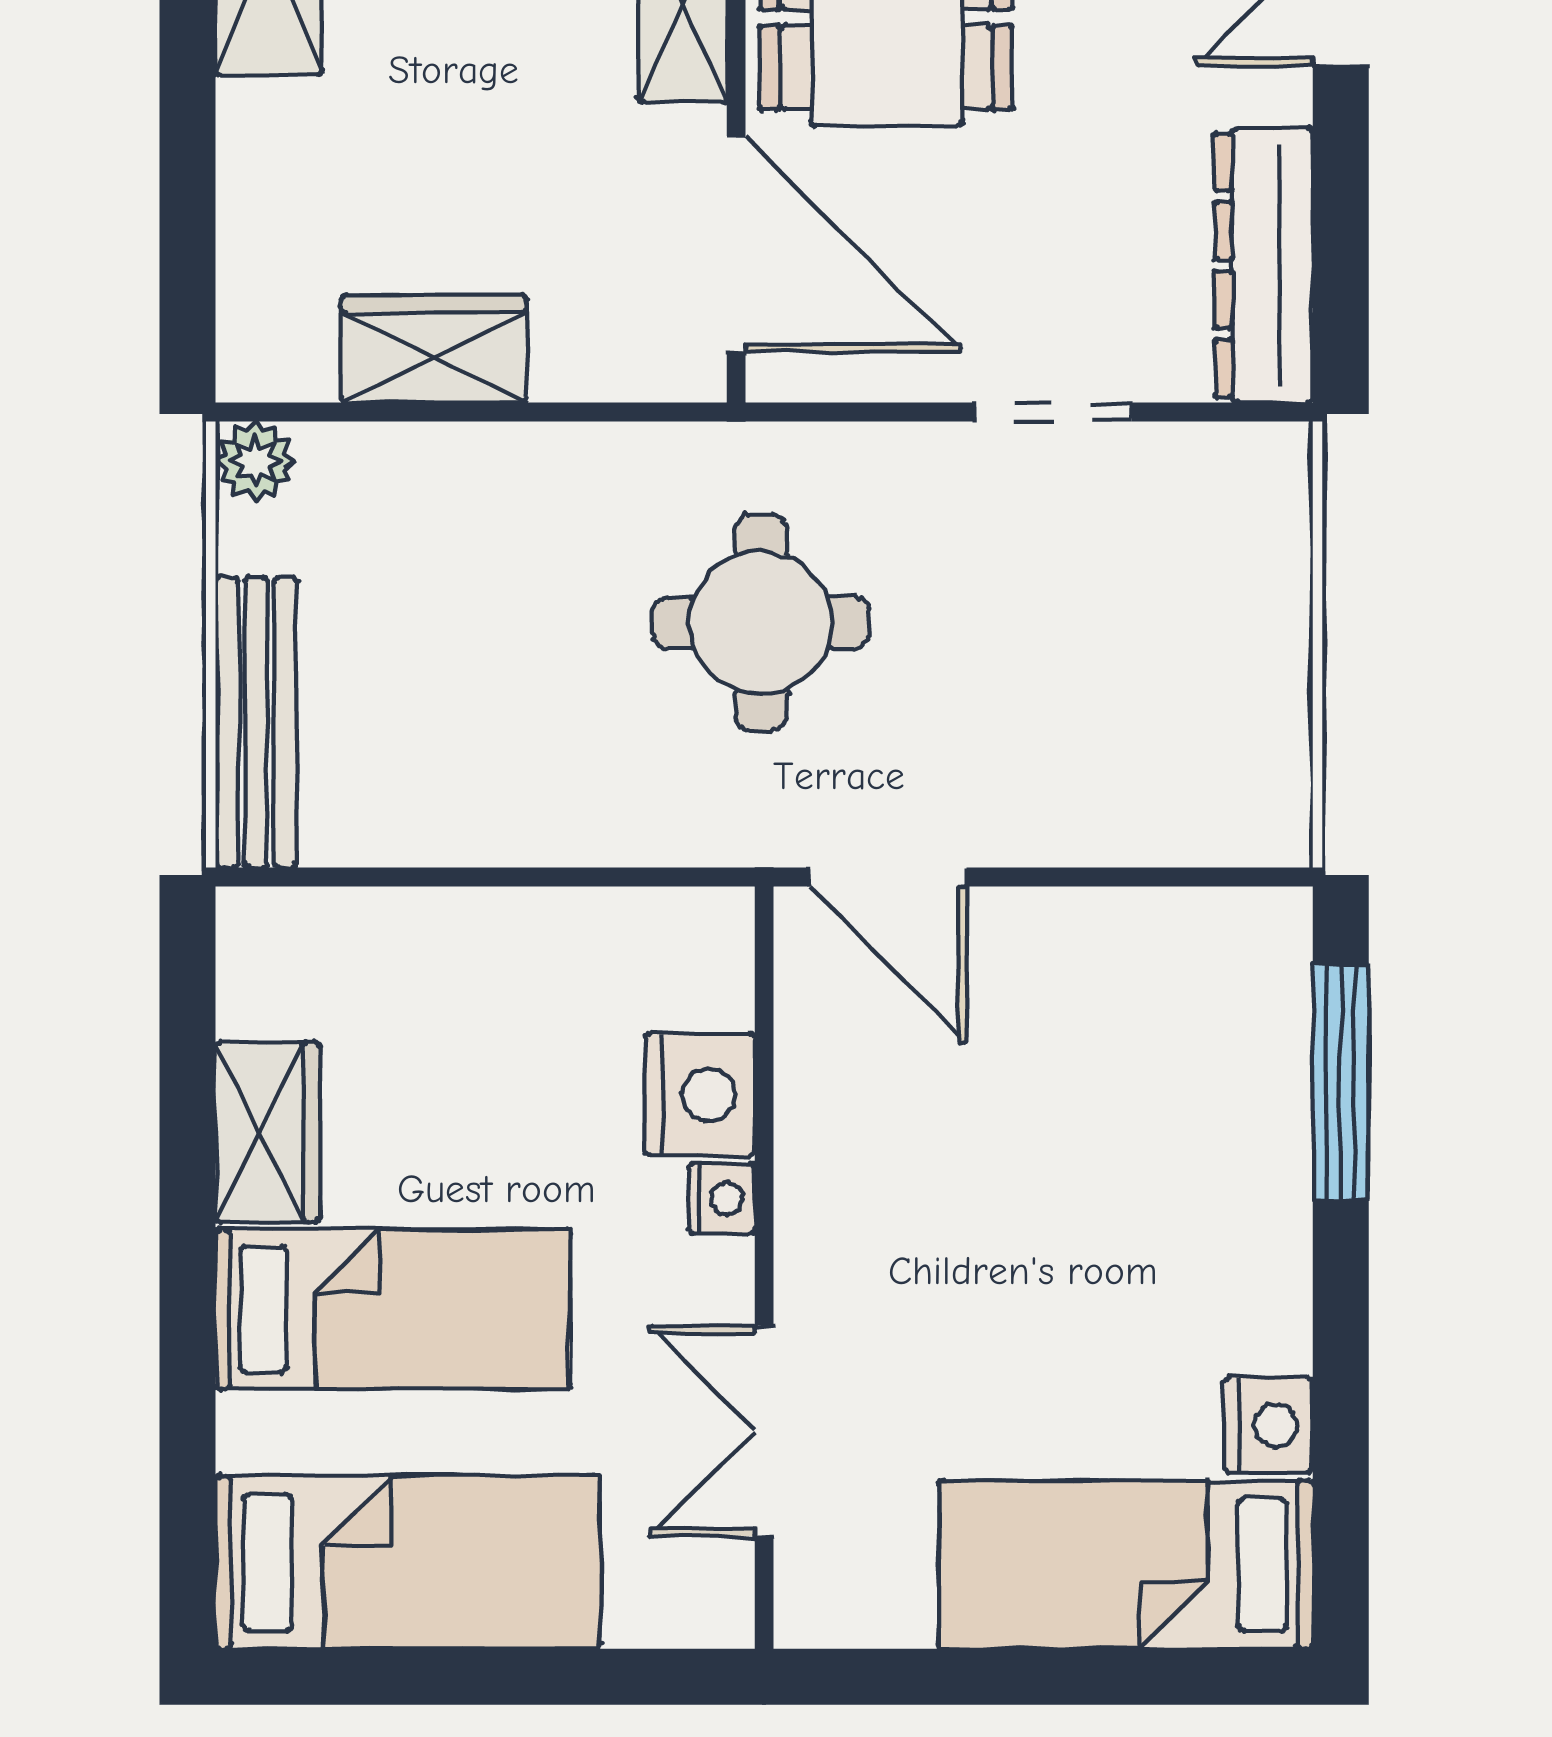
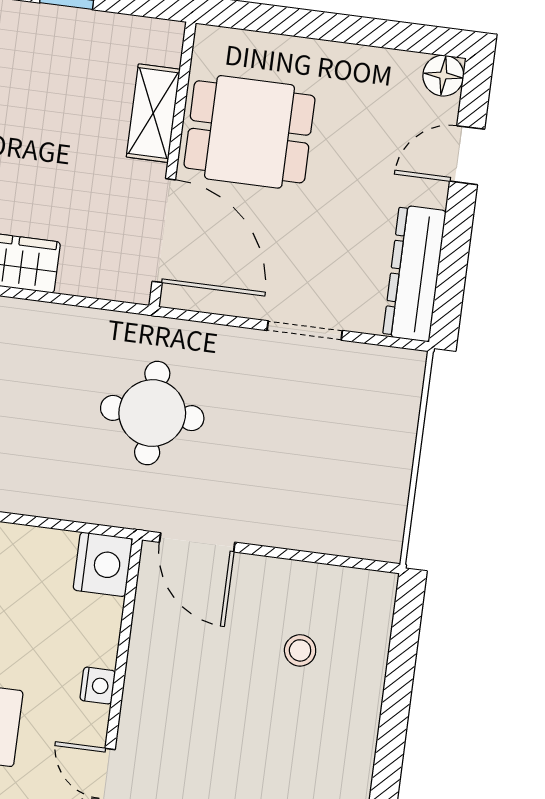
stool: (1129, 1072) -> (300, 650), added
window: (1341, 1082) -> (400, 668), removed
nightstand: (700, 1095) -> (103, 564), moved

